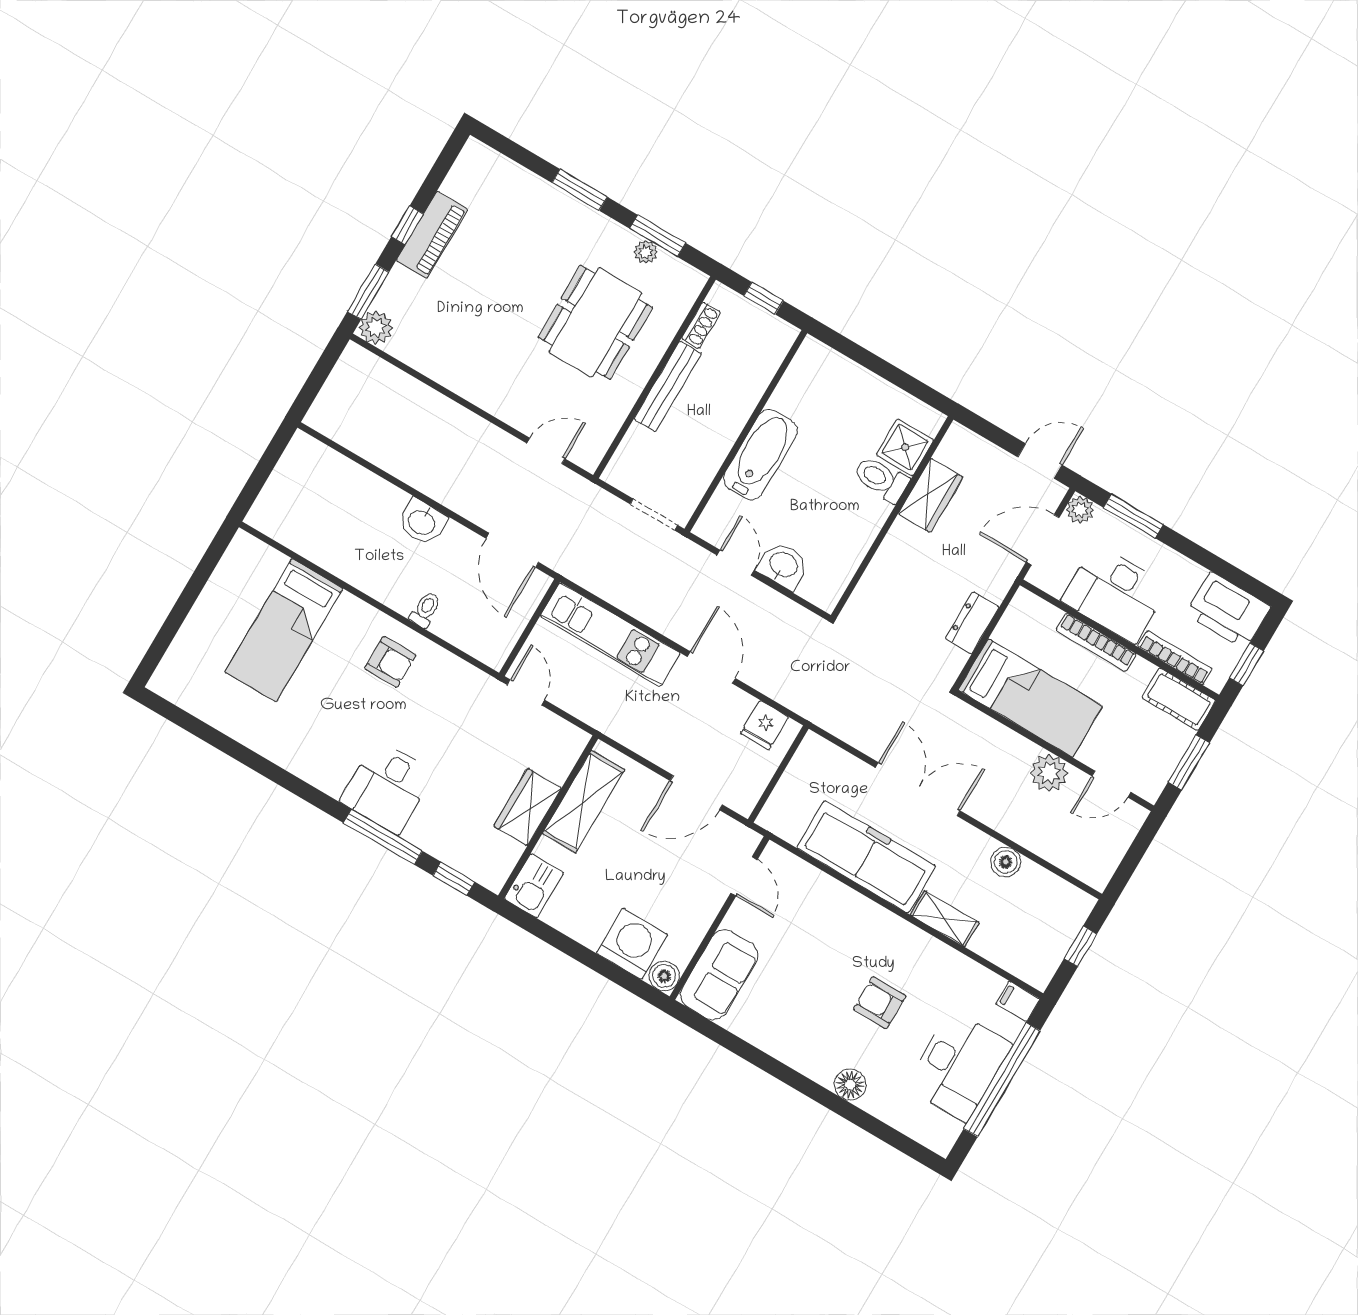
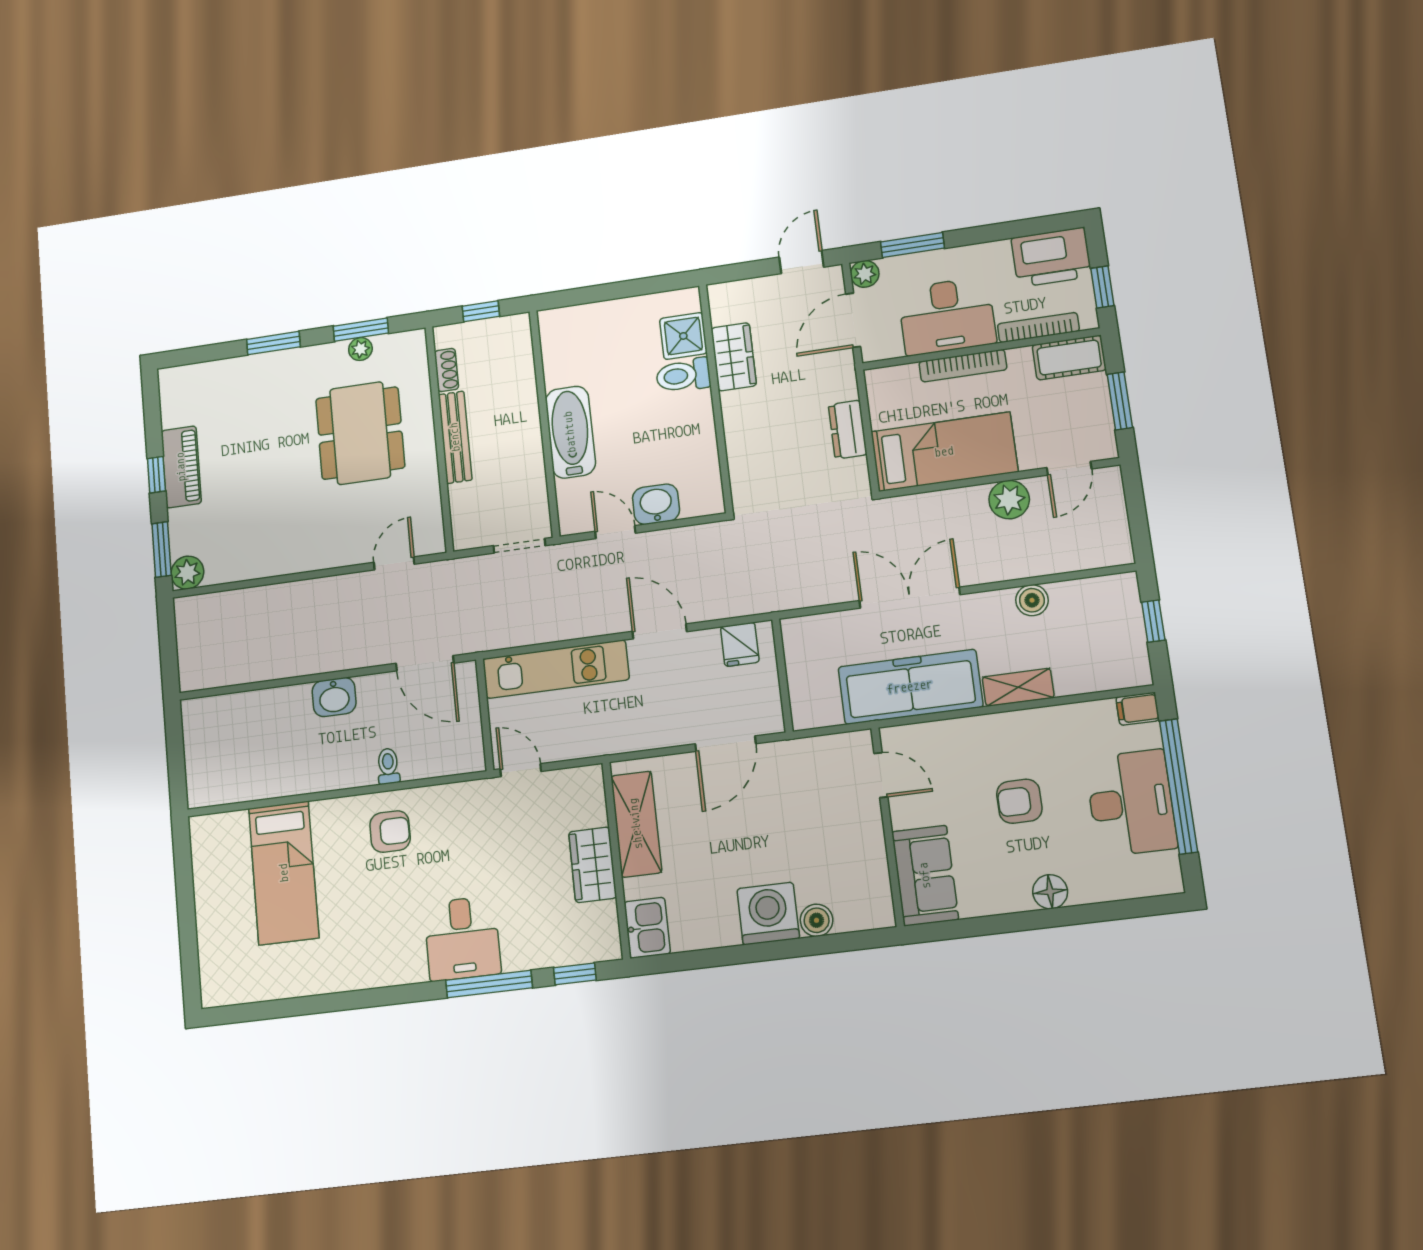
door: (744, 876) -> (881, 775), moved
wall: (719, 918) -> (887, 827), moved
sofa: (719, 975) -> (925, 876), moved

